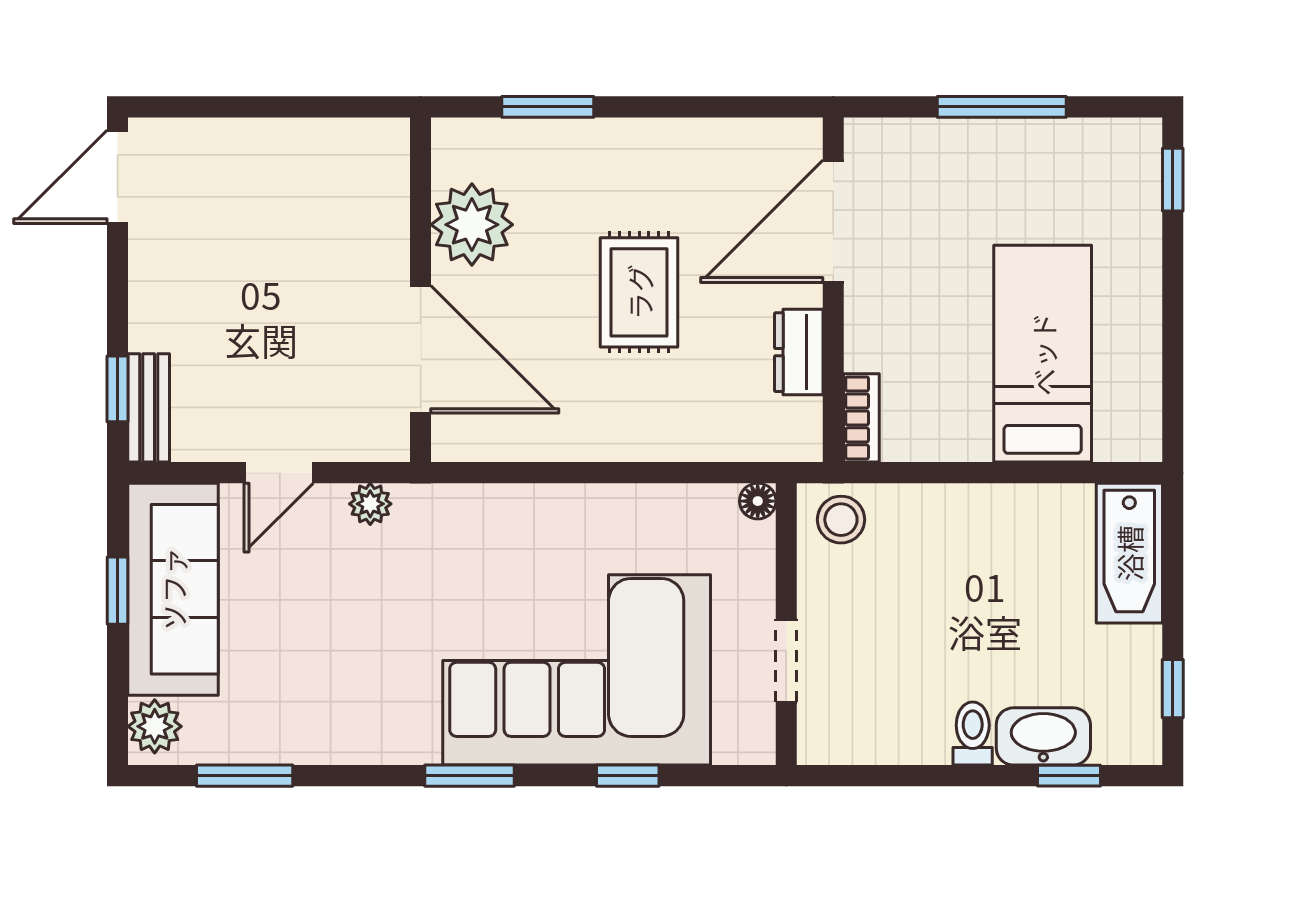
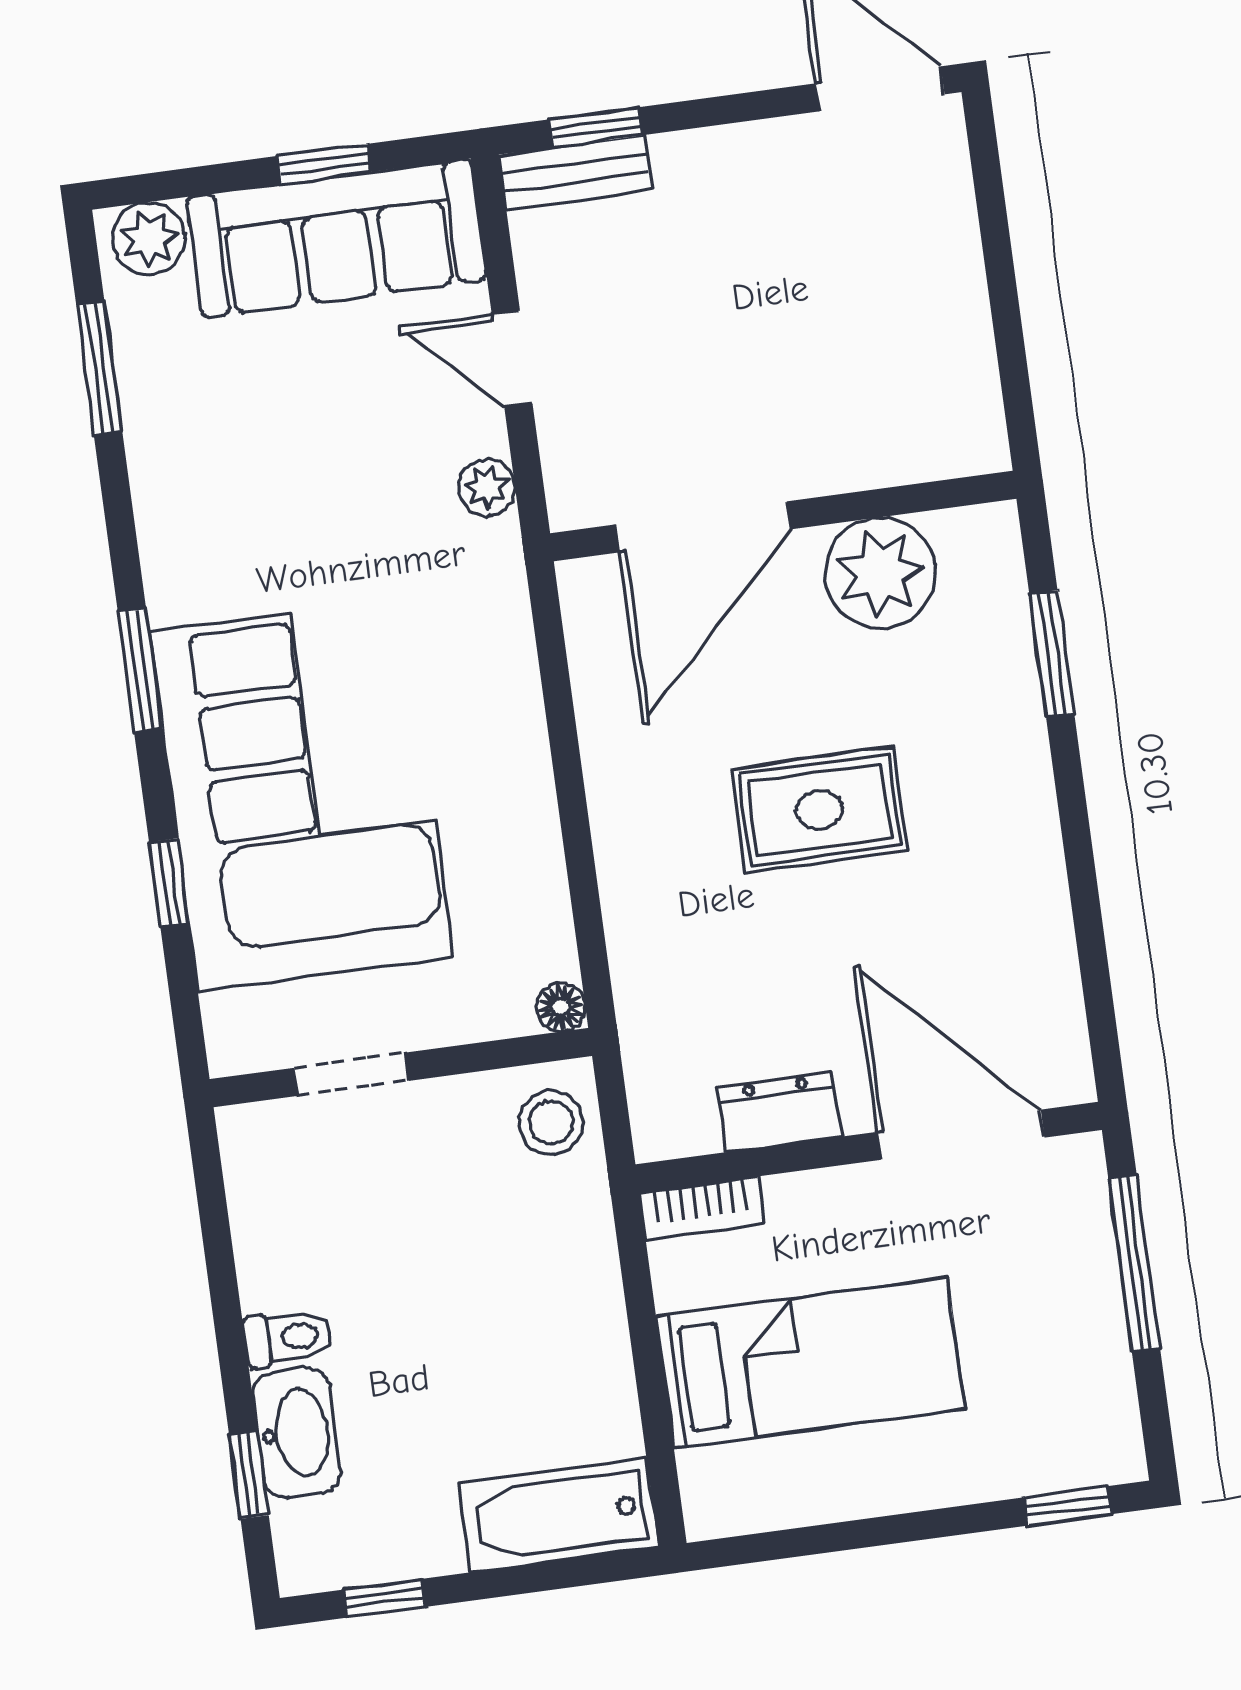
door: (833, 221) -> (961, 1135), moved
wall: (833, 290) -> (869, 1147), moved
dresser: (799, 352) -> (779, 1112), moved
bookcase: (861, 418) -> (702, 1208), moved

